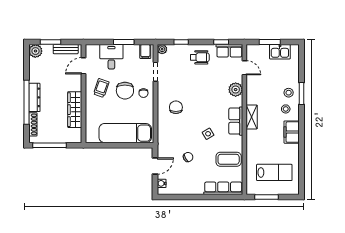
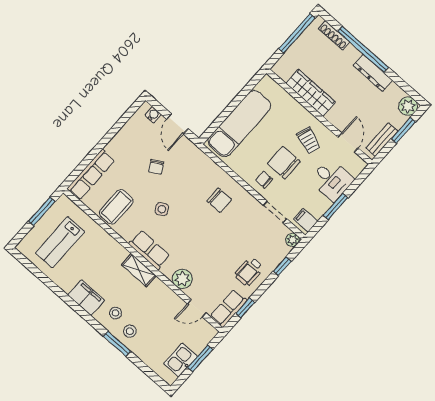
dresser: (34, 97) -> (373, 73), moved

